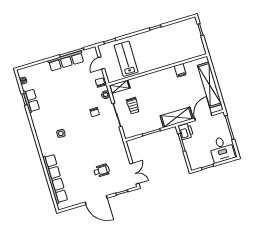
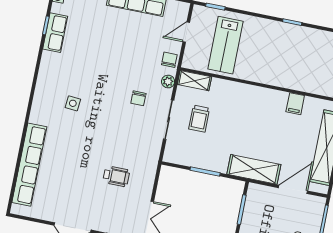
lab bench: (126, 59) -> (226, 45), turned 180
printer: (186, 131) -> (256, 197), removed
wheelchair: (102, 171) -> (116, 176), moved

